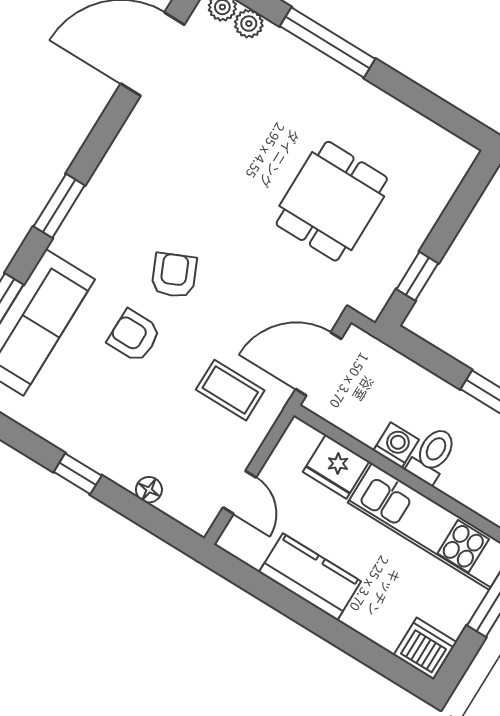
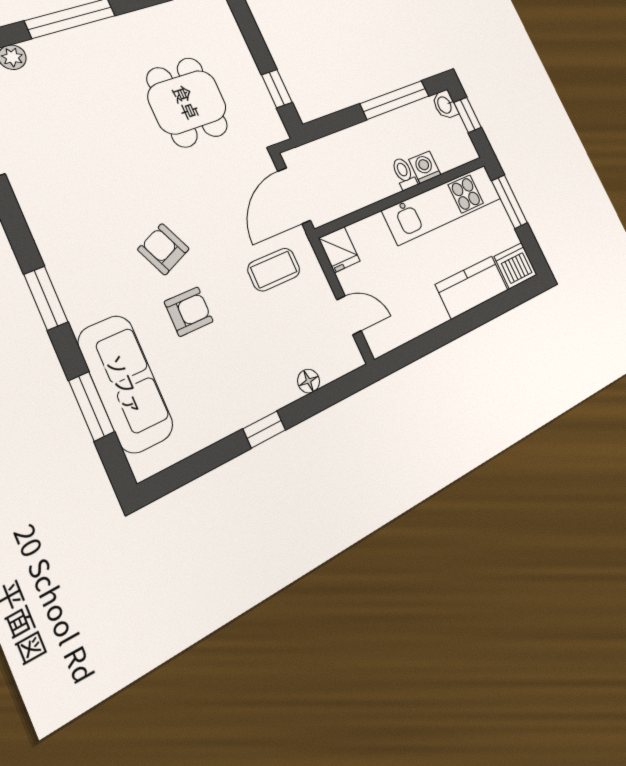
armchair: (134, 336) -> (189, 312), turned 180
washing machine: (396, 445) -> (425, 167), moved
toilet: (432, 455) -> (404, 174), width x0.73, depth x0.72
fridge: (336, 467) -> (339, 250), moved, width x0.72
kitchen counter: (310, 577) -> (472, 287), moved

